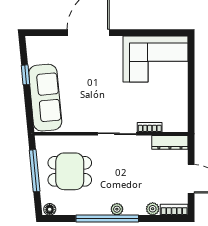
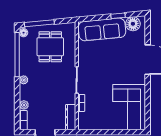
floor lamp: (37, 54) -> (133, 24), added
window: (35, 171) -> (39, 23), moved
window: (107, 219) -> (17, 55), moved

